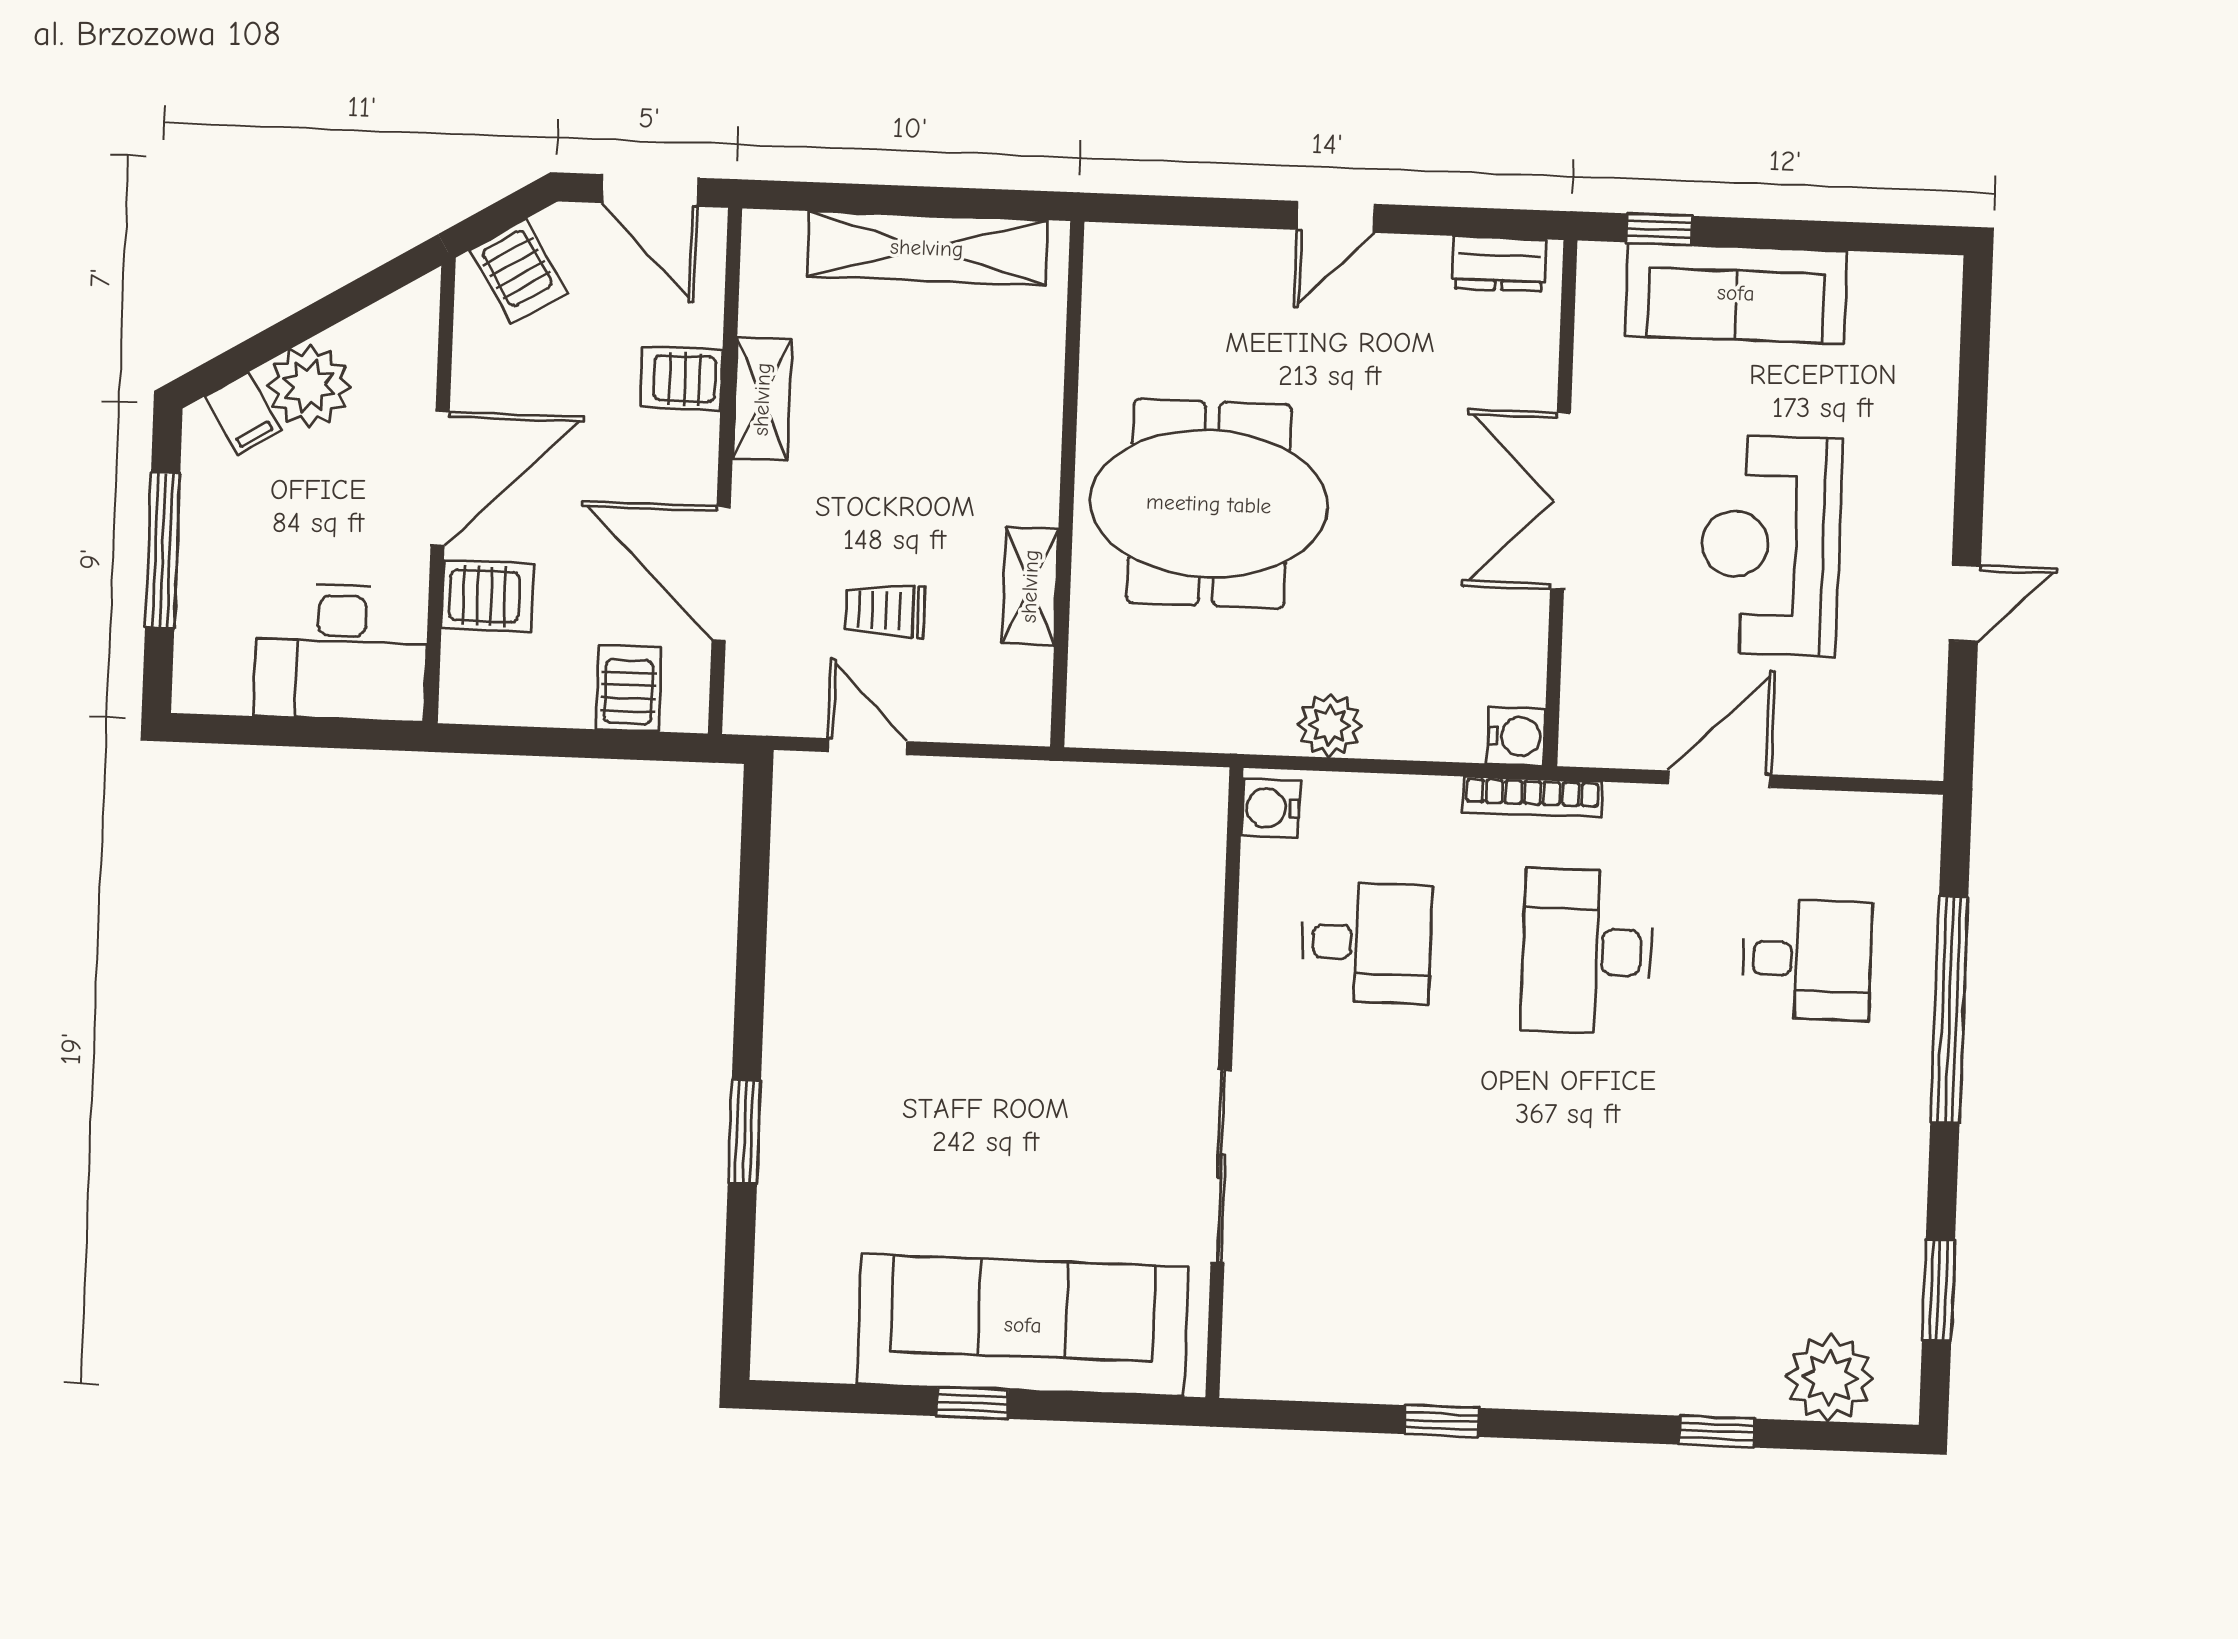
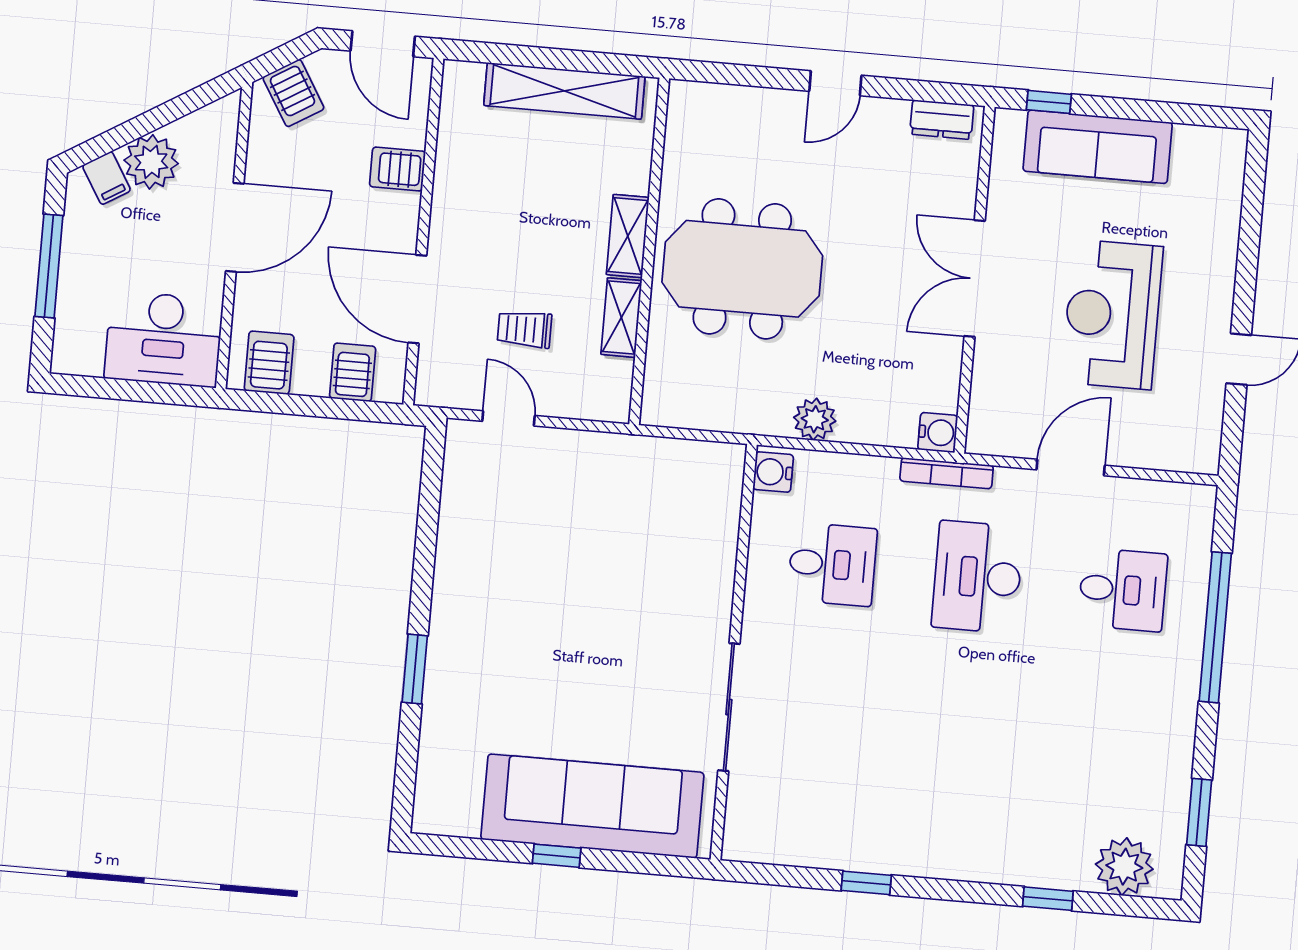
shelving: (762, 399) -> (628, 236), moved
server rack: (488, 596) -> (269, 363), moved, turned -90

